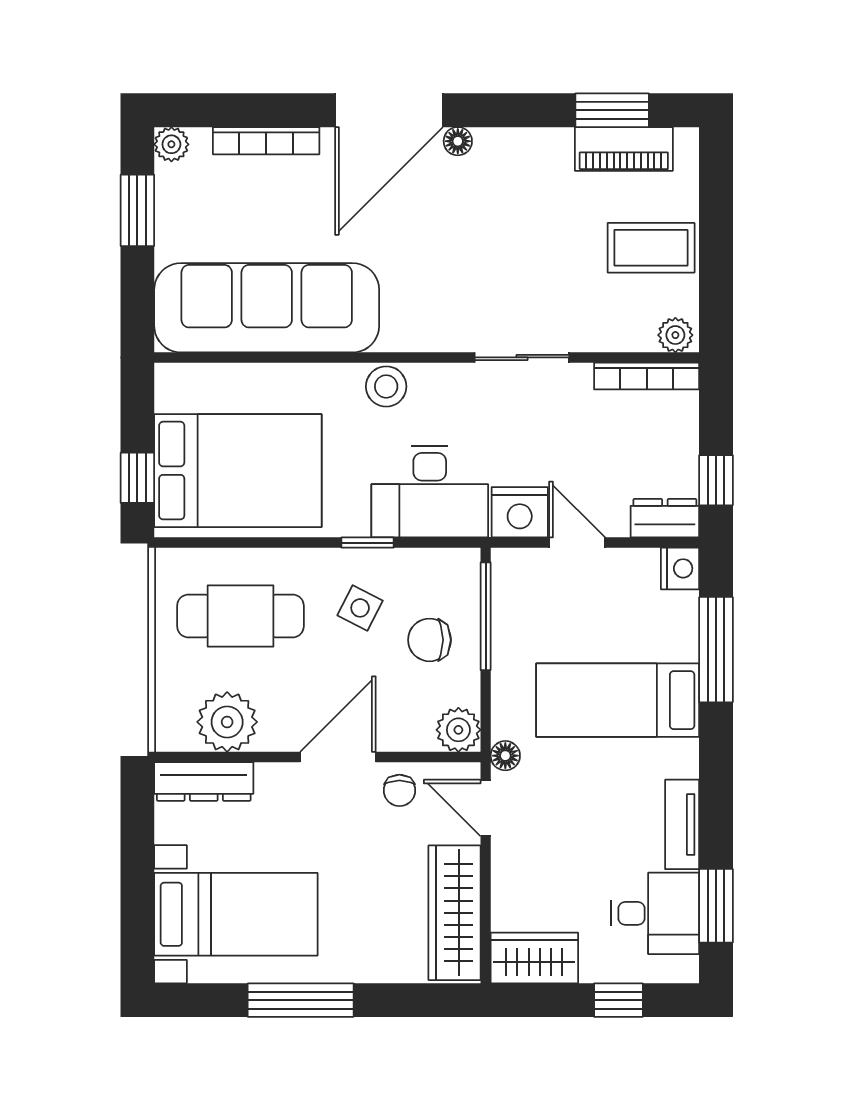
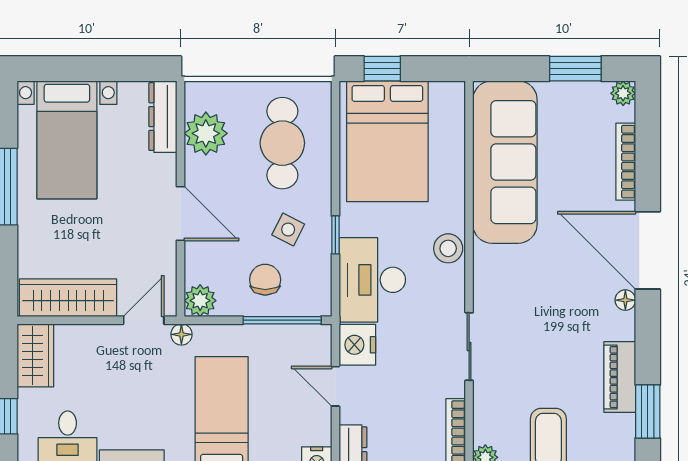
piano: (624, 149) -> (620, 377), moved
door: (577, 543) -> (335, 386), swing flipped
chair: (399, 790) -> (156, 258), removed

